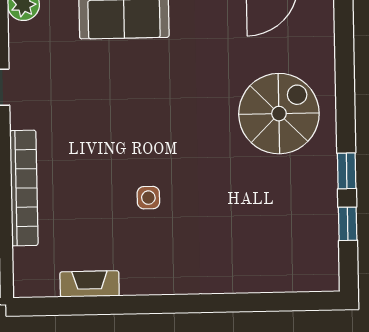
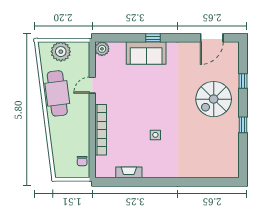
spiral stairs: (279, 114) -> (214, 99), turned 180
window: (348, 224) -> (243, 81), moved

